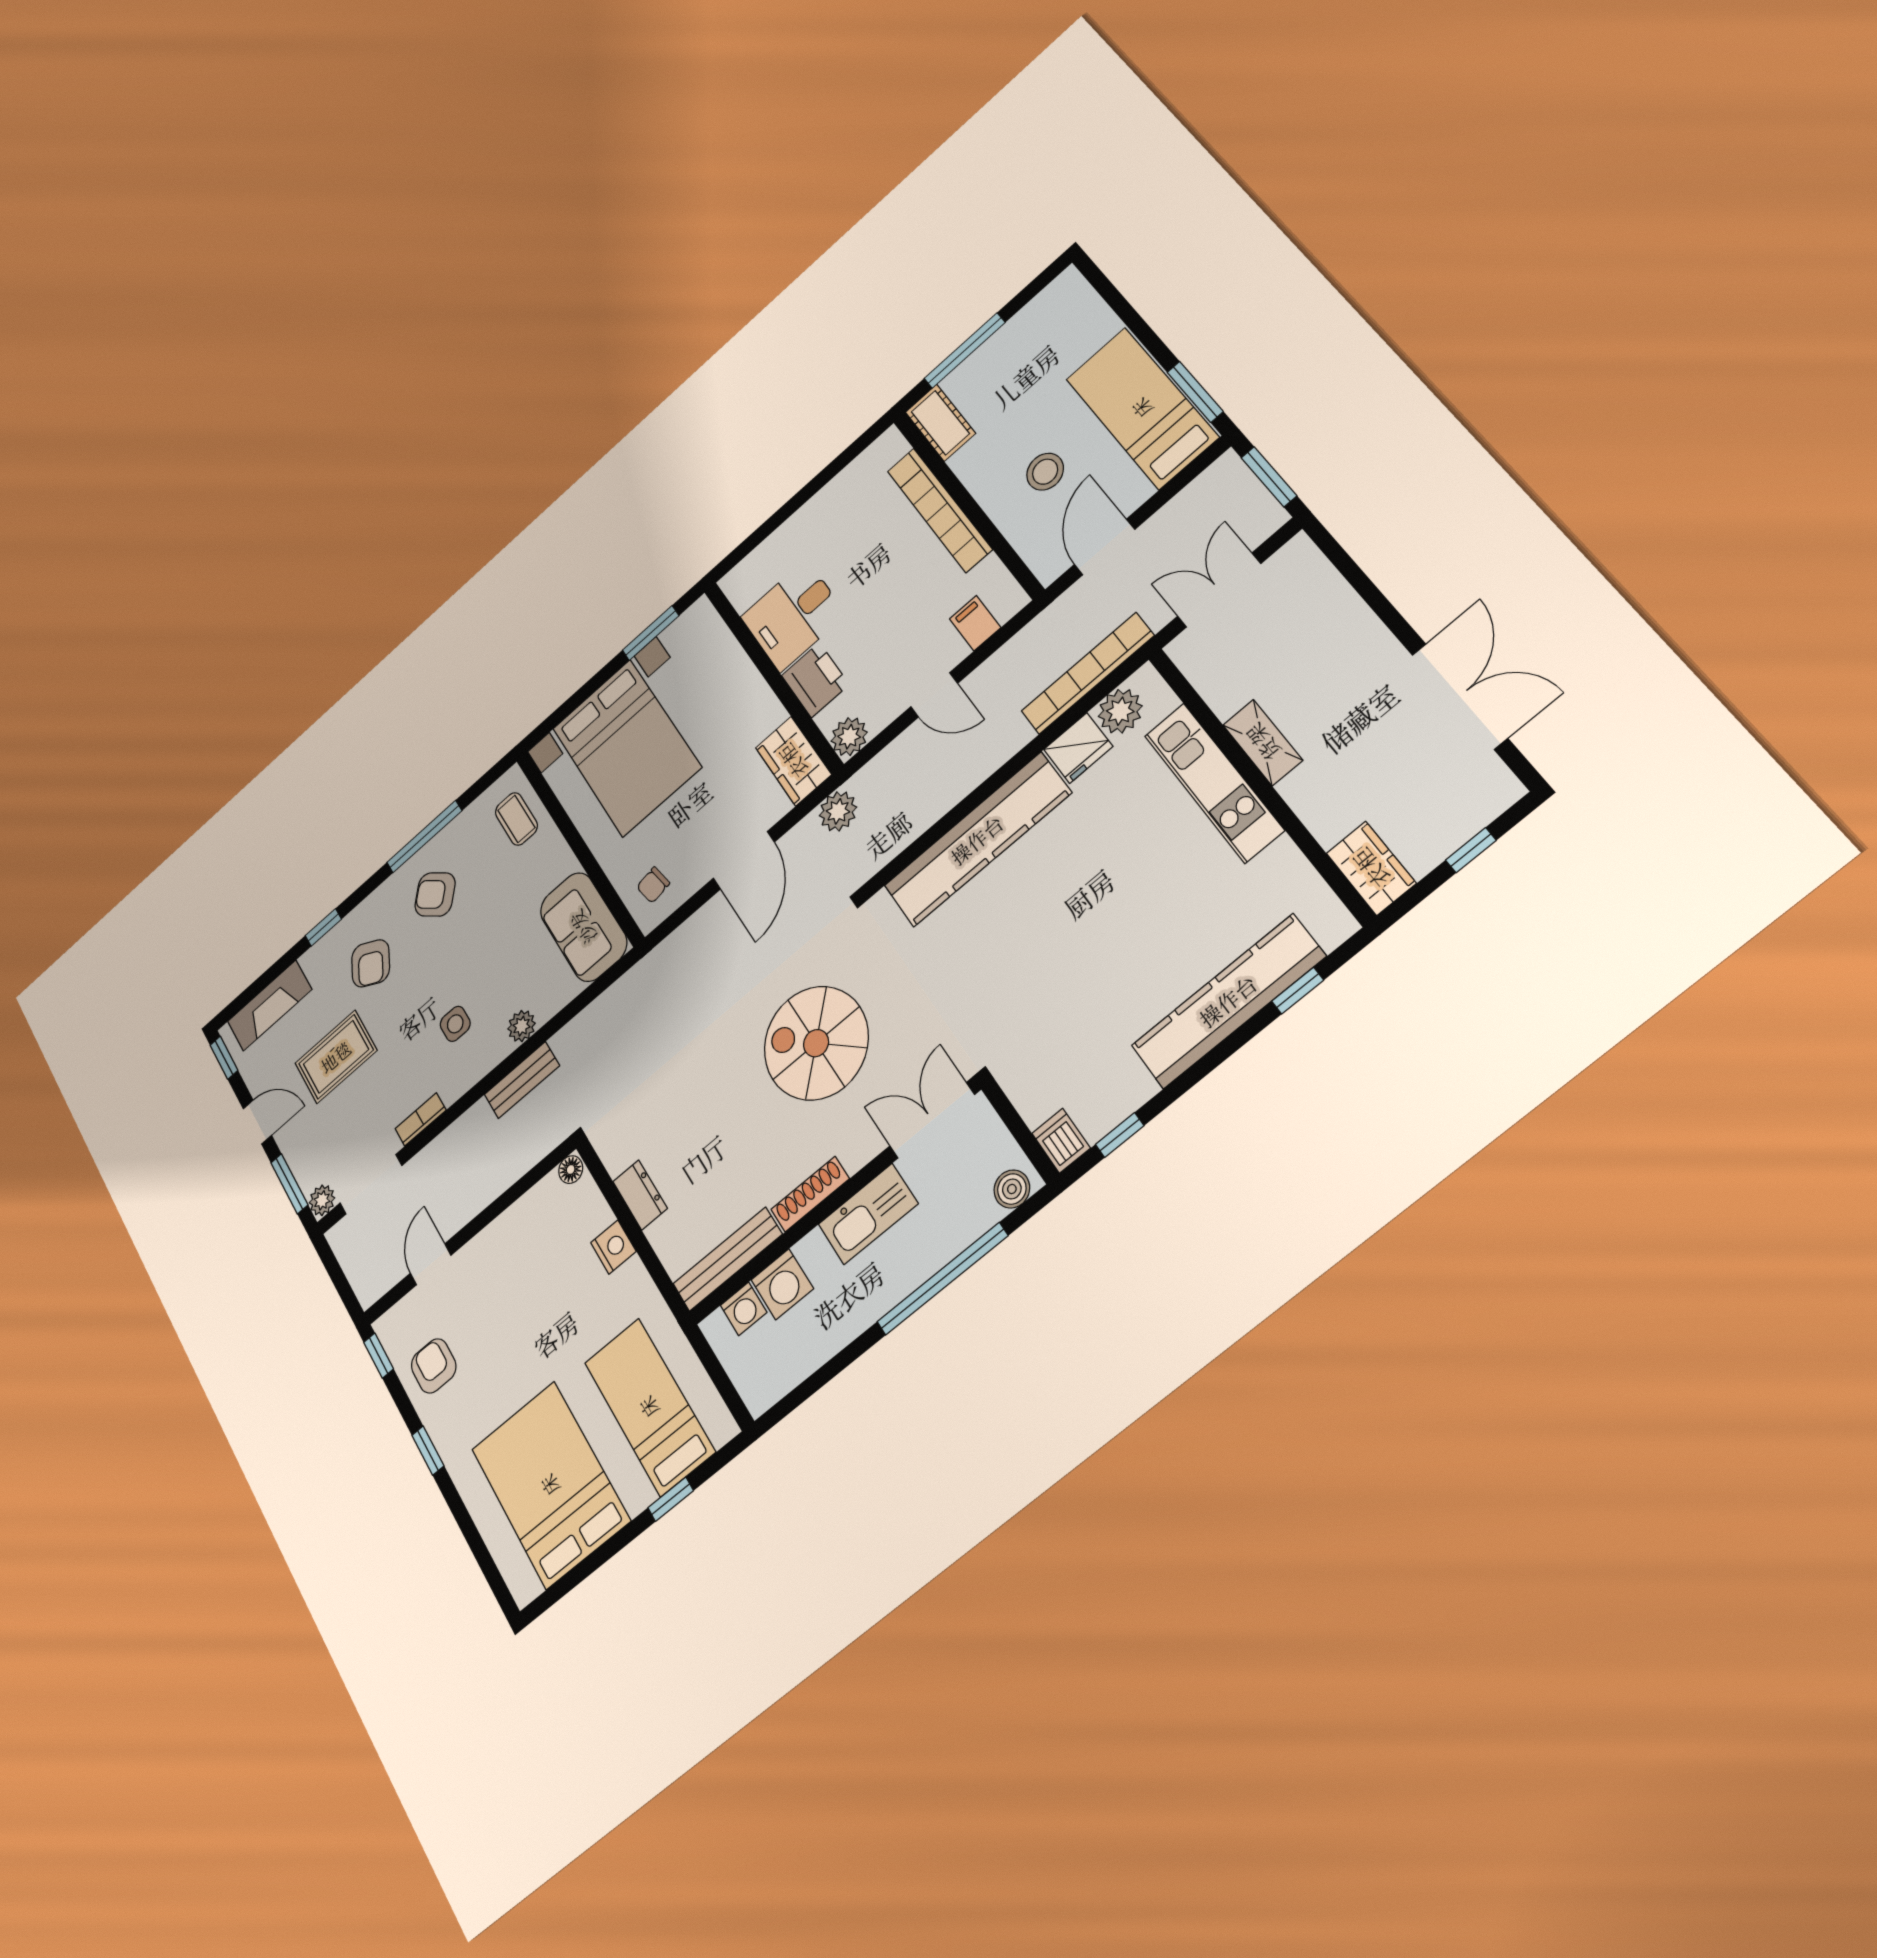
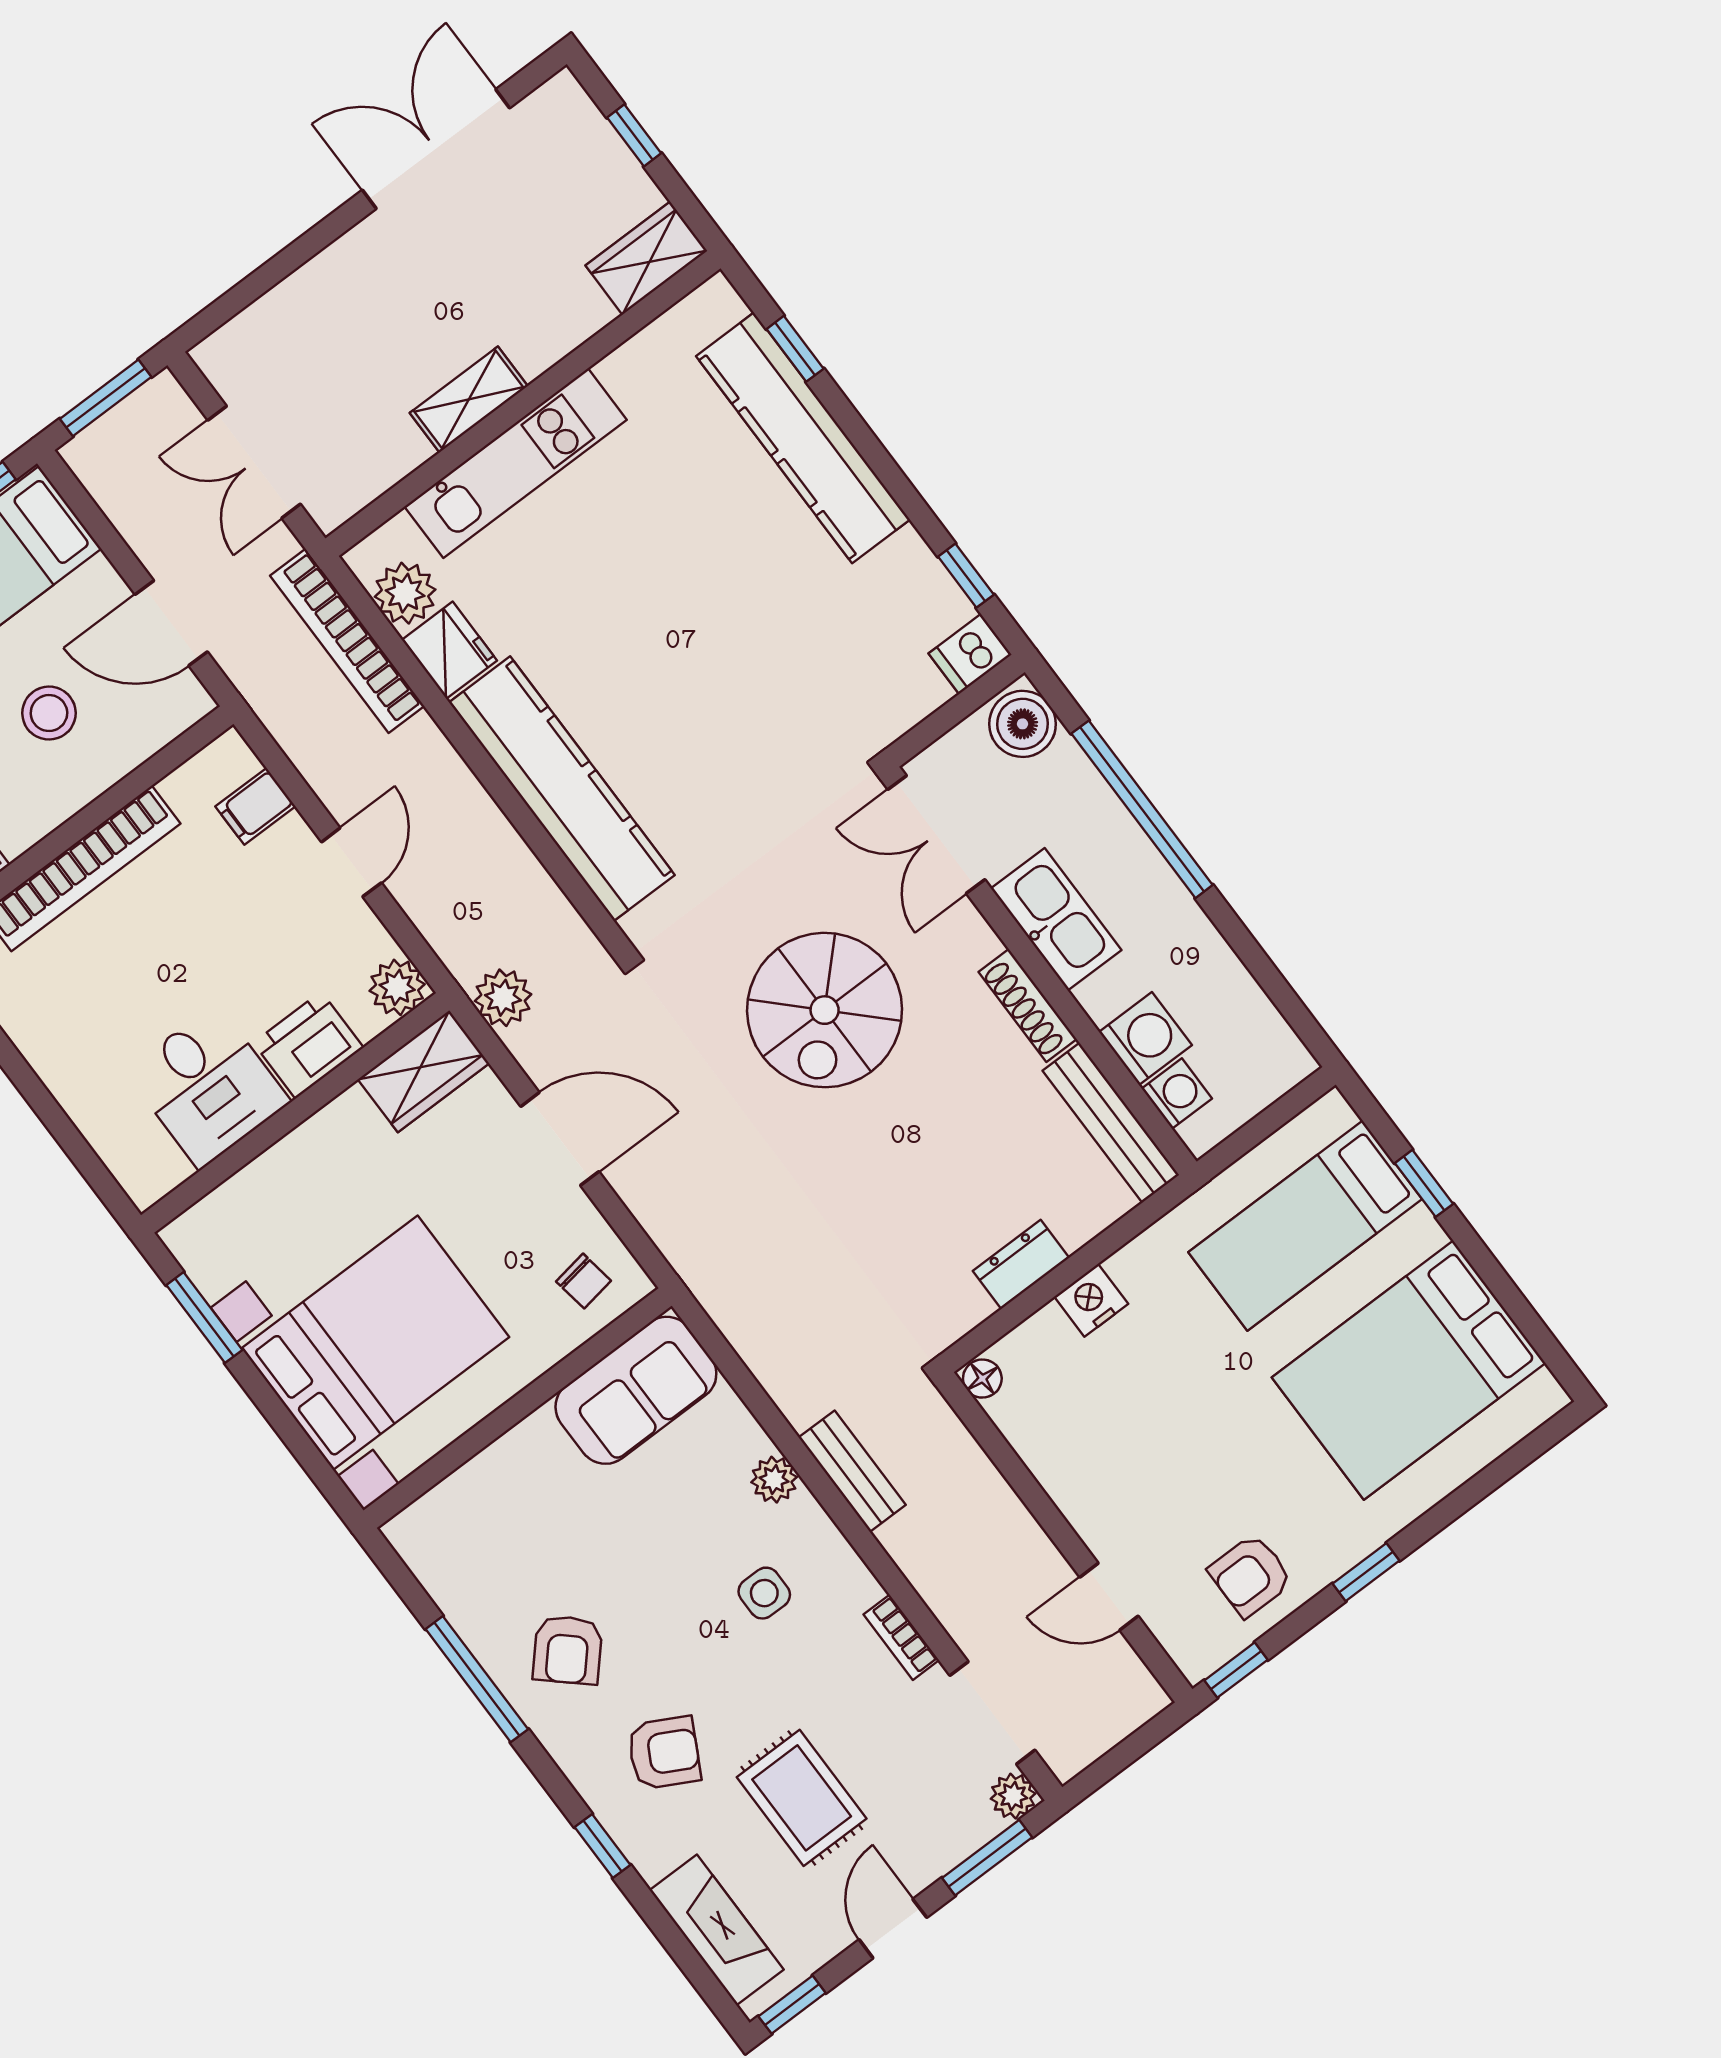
coffee table: (516, 819) -> (465, 1520), removed
boiler: (1012, 1189) -> (1023, 724), width x1.36, depth x1.36

